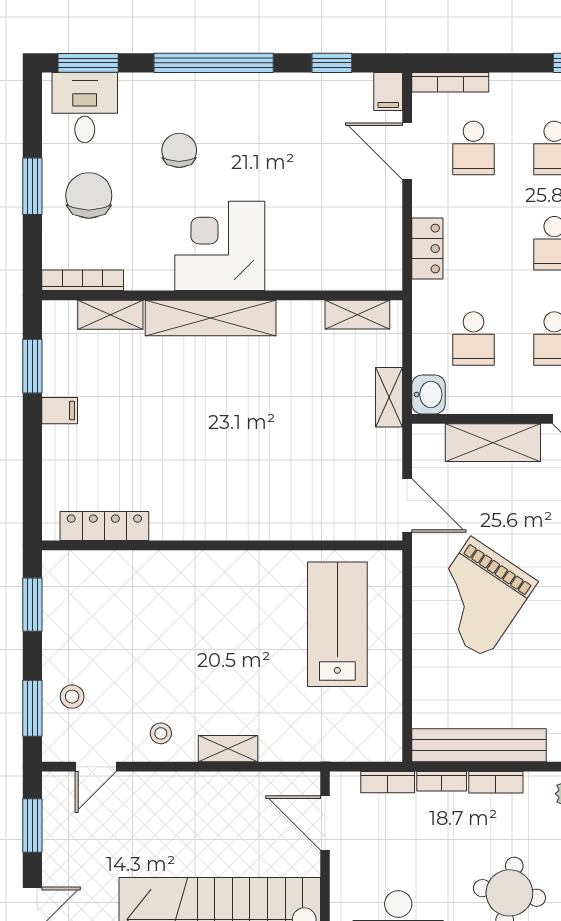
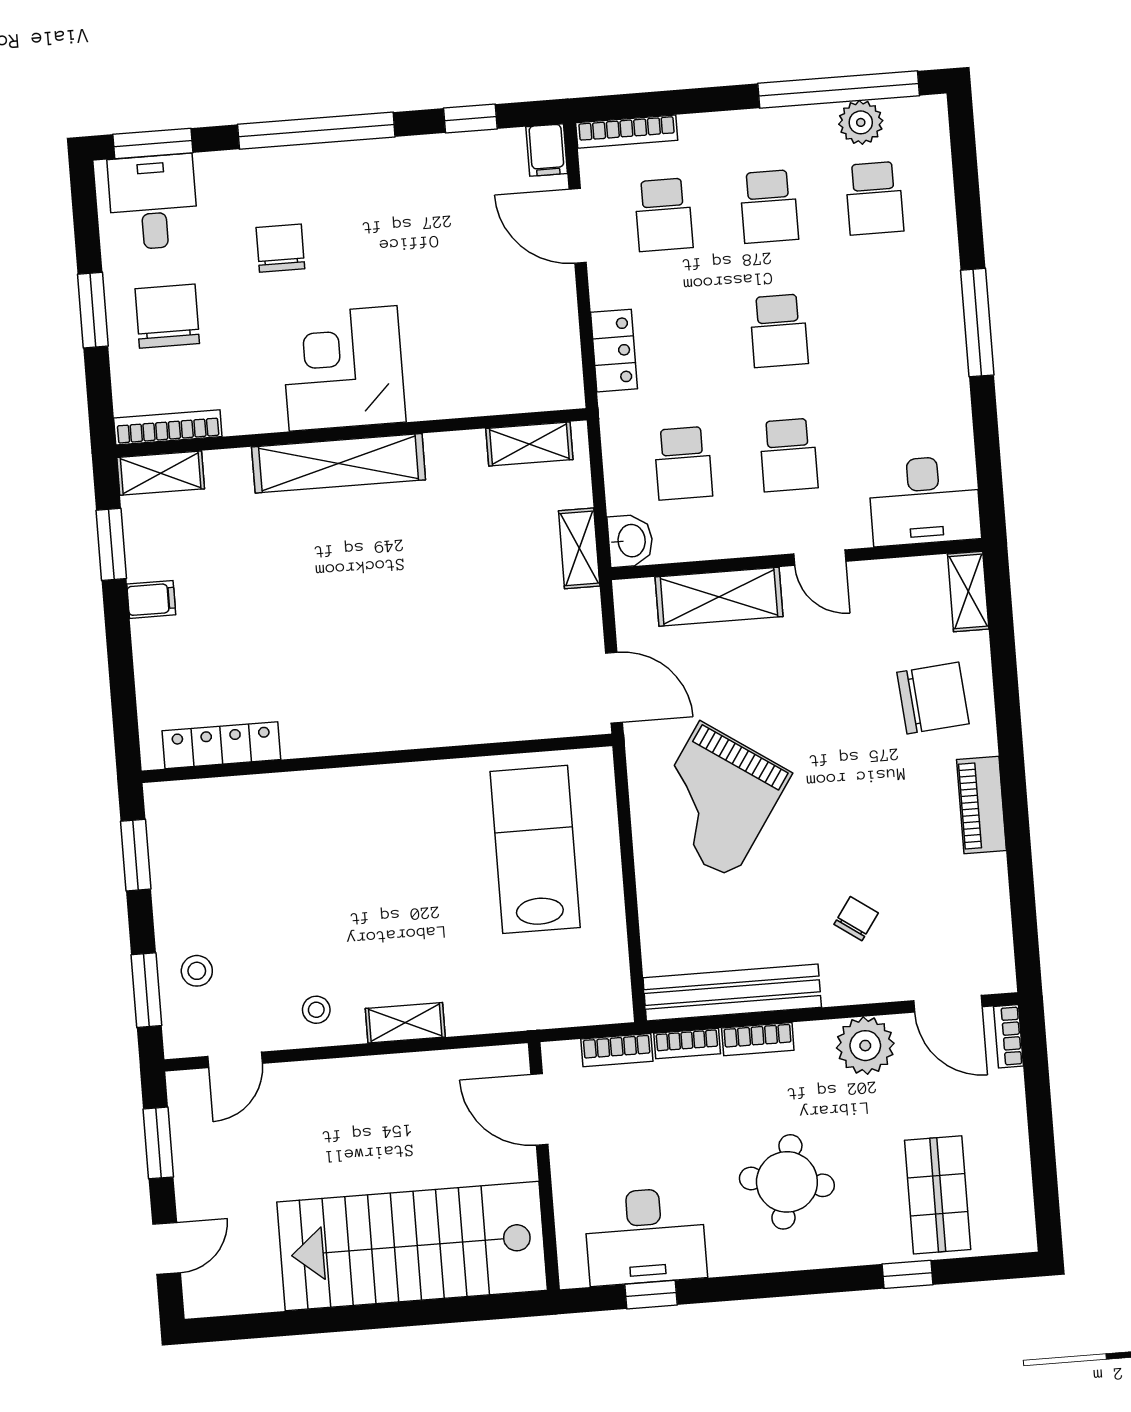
shelving: (110, 315) -> (161, 473), moved

